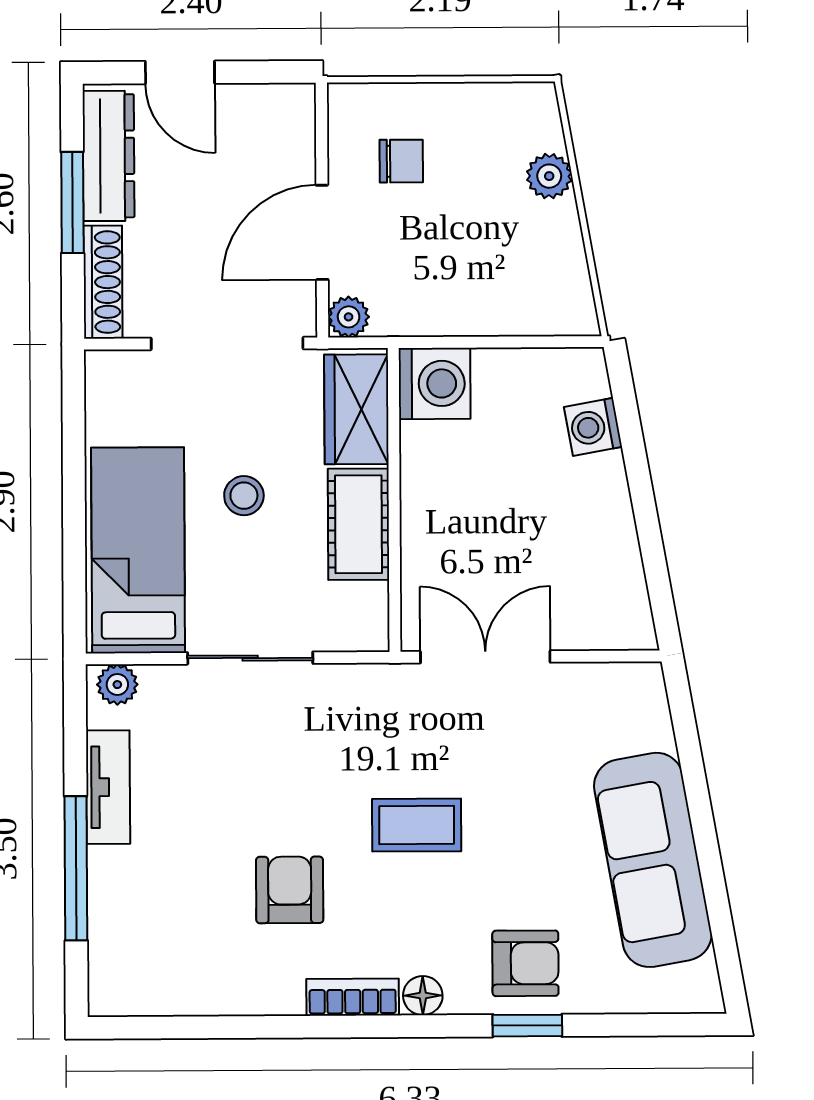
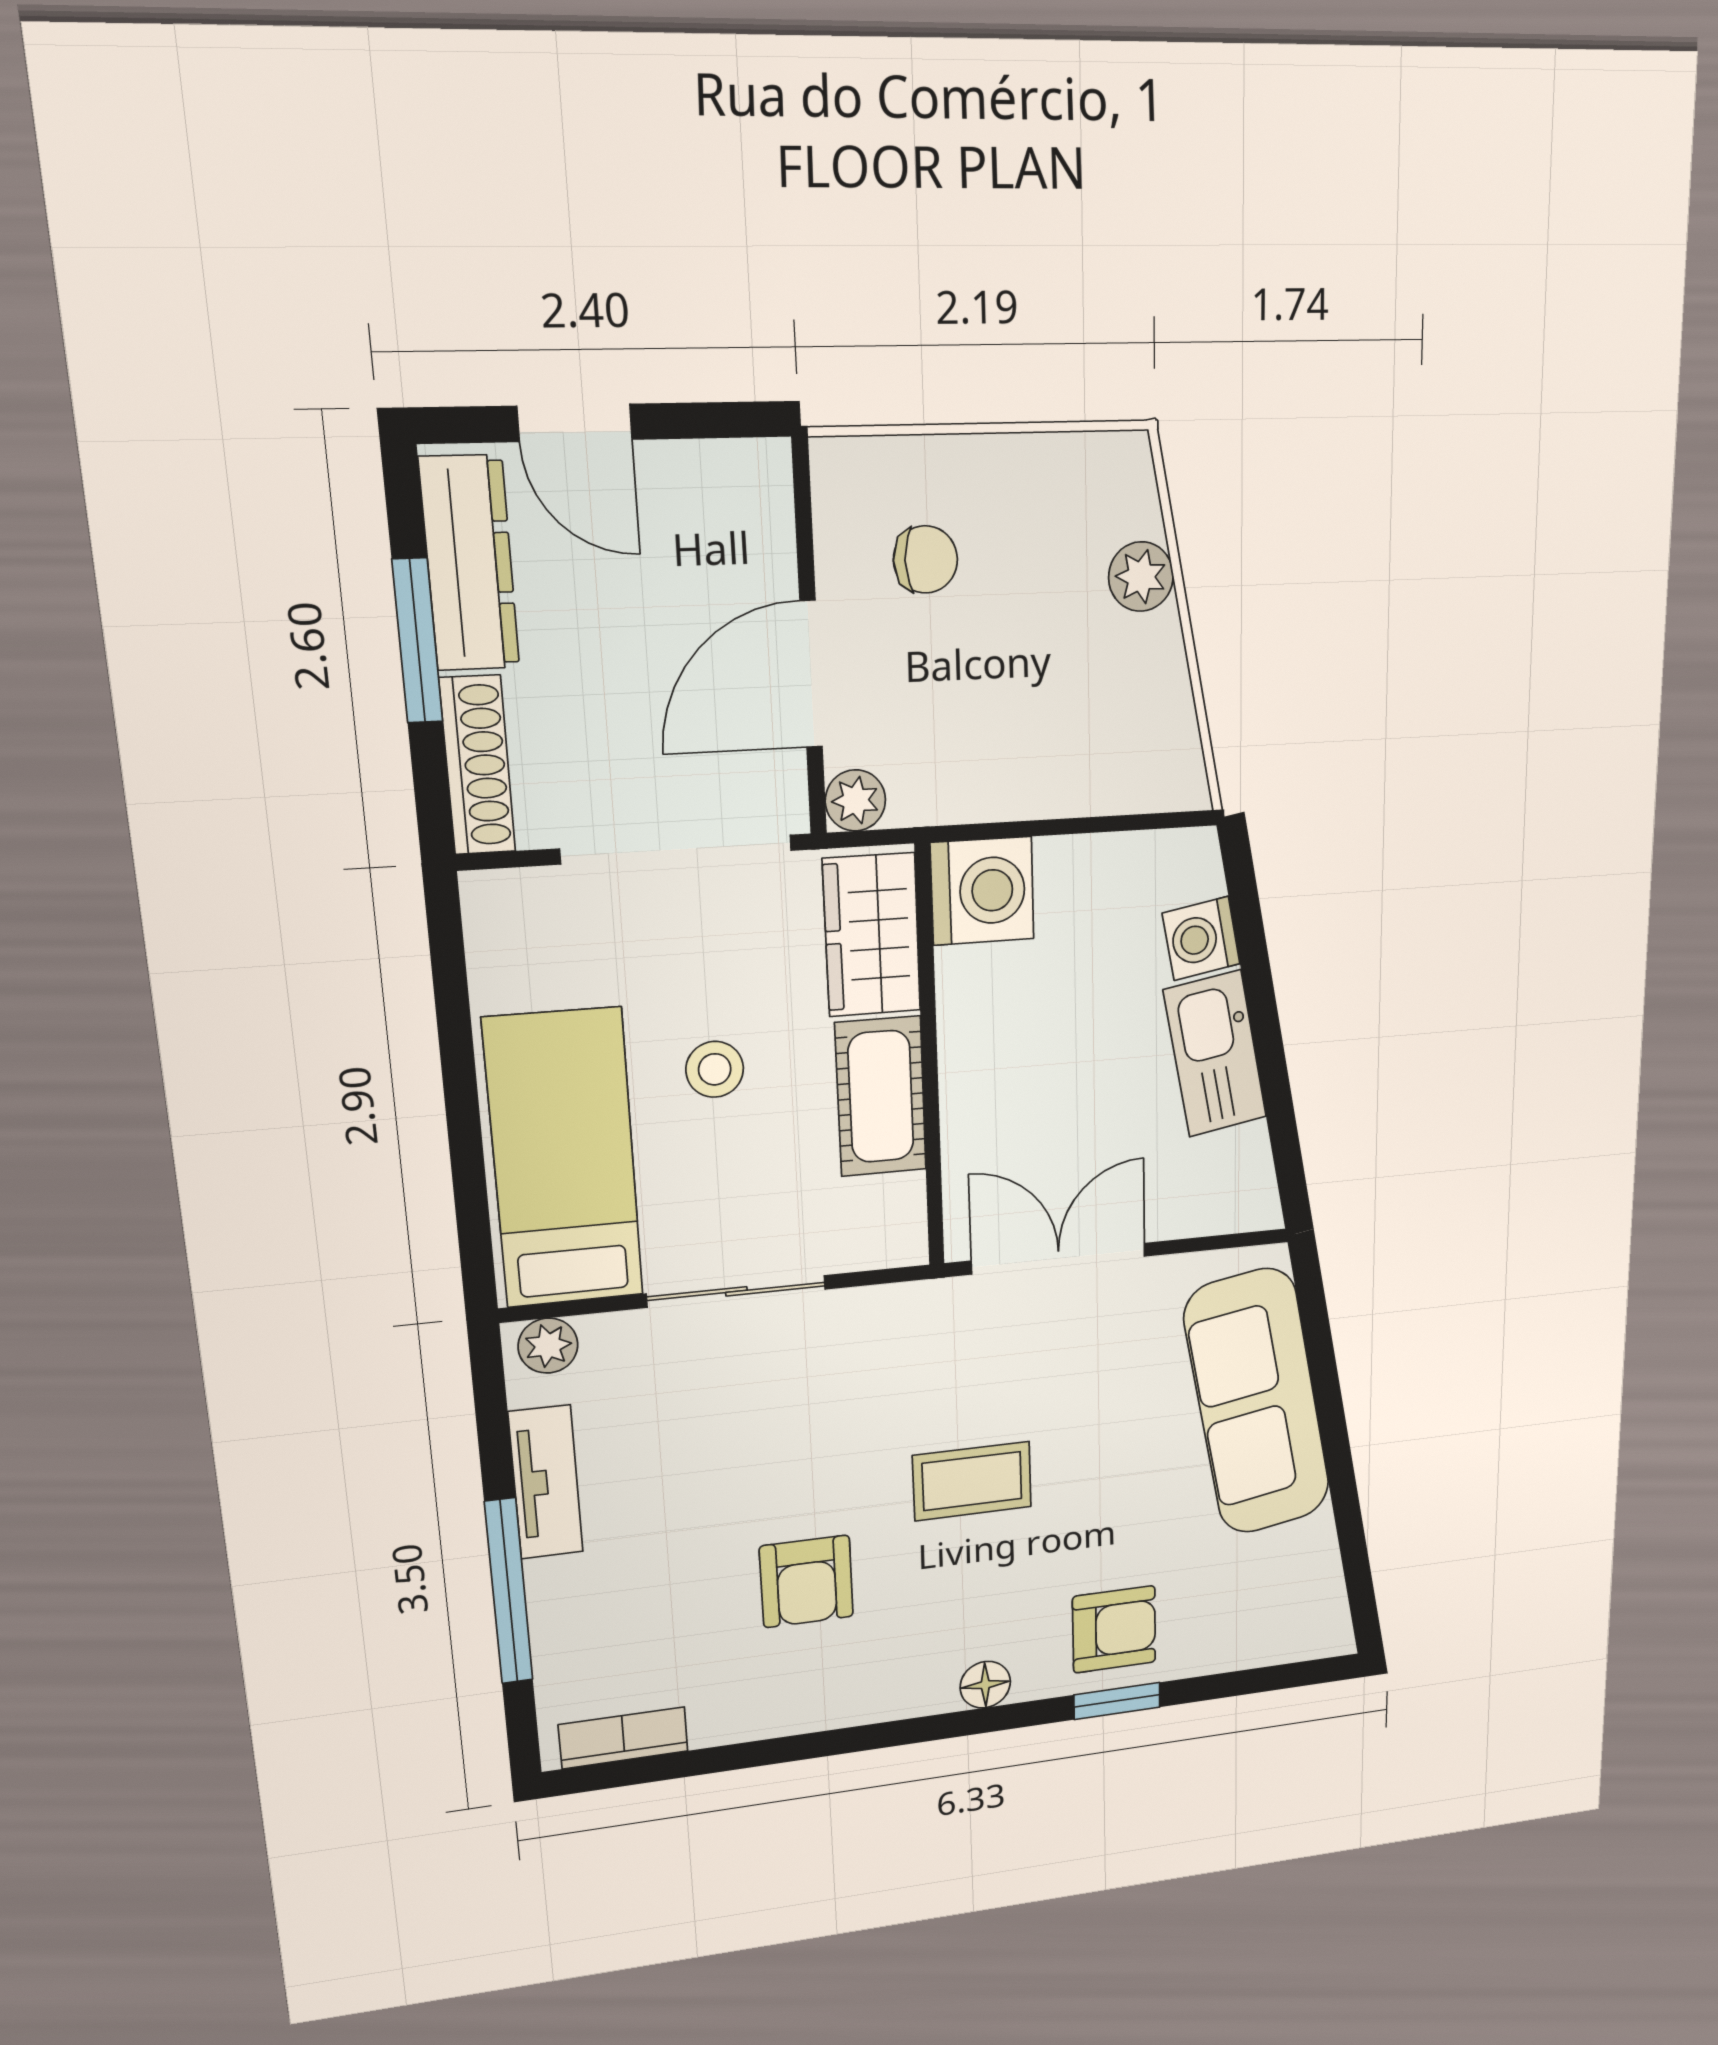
kitchen sink: (604, 512) -> (1215, 1054), added
sofa: (653, 860) -> (1257, 1402), moved
armchair: (290, 890) -> (806, 1581), turned 180
bookcase: (353, 997) -> (623, 1738), moved

